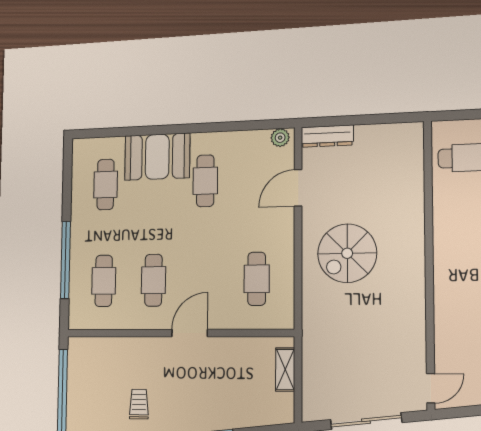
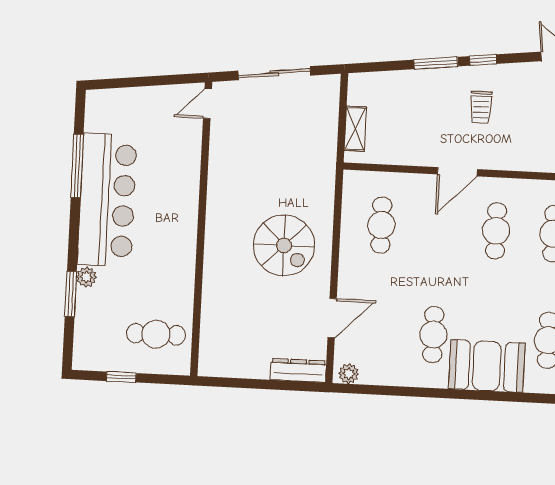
spiral stairs: (347, 253) -> (284, 245), turned 90
trolley: (139, 404) -> (481, 107), moved

